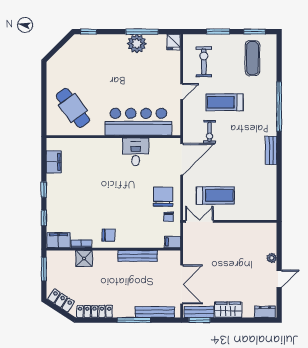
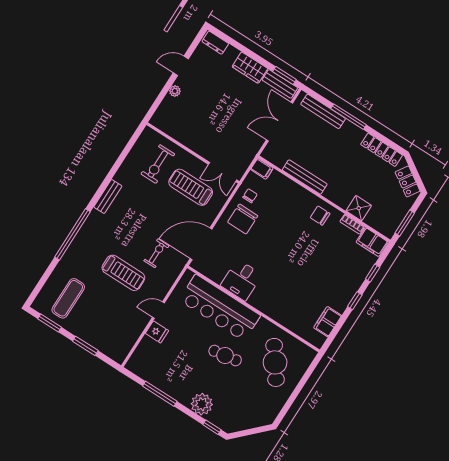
fridge: (173, 42) -> (157, 332), moved, turned 90
plant: (137, 44) -> (202, 404), moved
exercise bike: (204, 62) -> (158, 164), moved
cafe table: (112, 90) -> (225, 356), added

